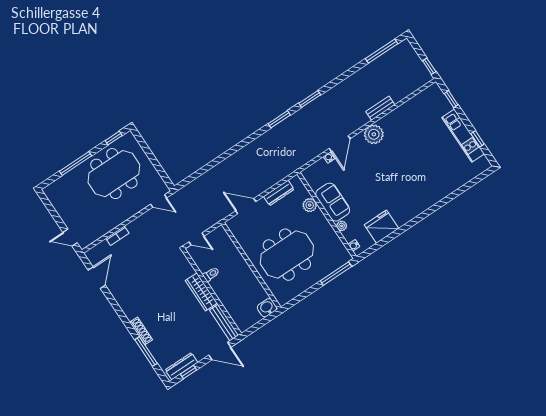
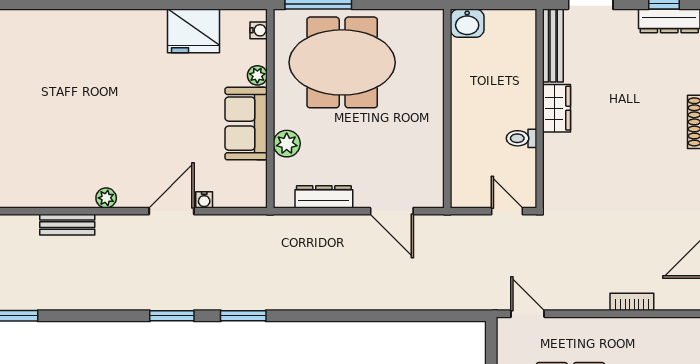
plant: (374, 134) -> (106, 198), width x0.53, depth x0.53
meeting table: (287, 255) -> (342, 62), moved
wardrobe: (201, 292) -> (557, 108), width x0.67

